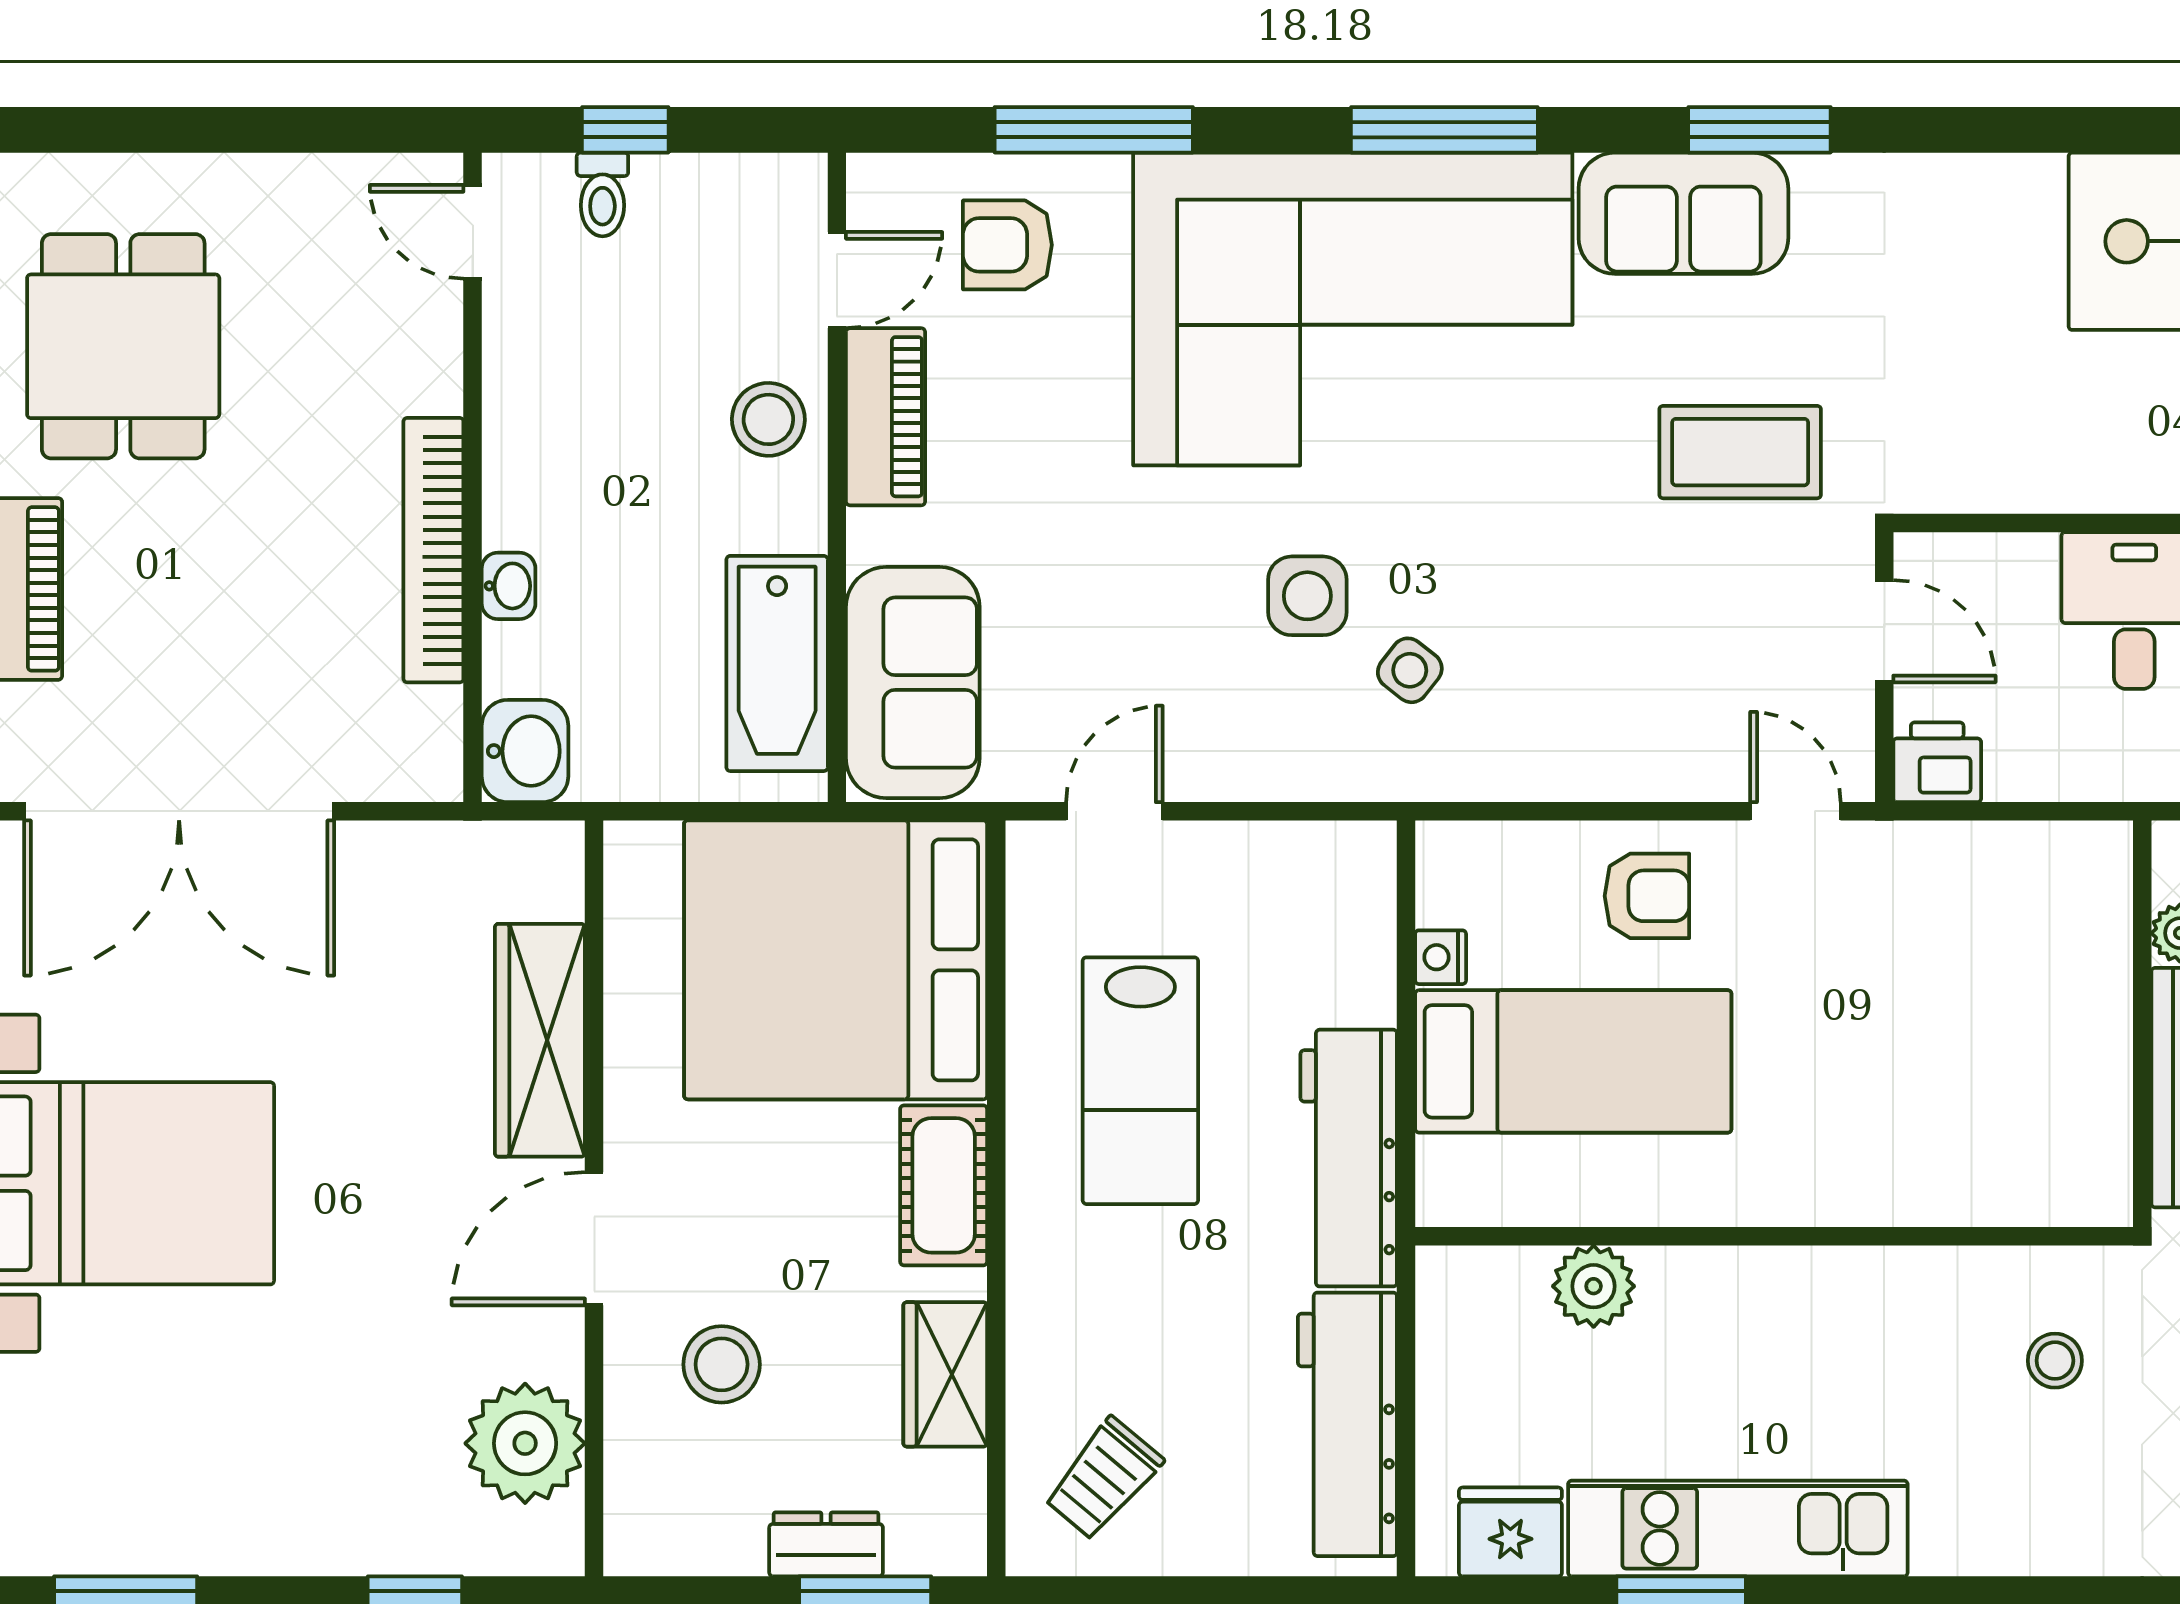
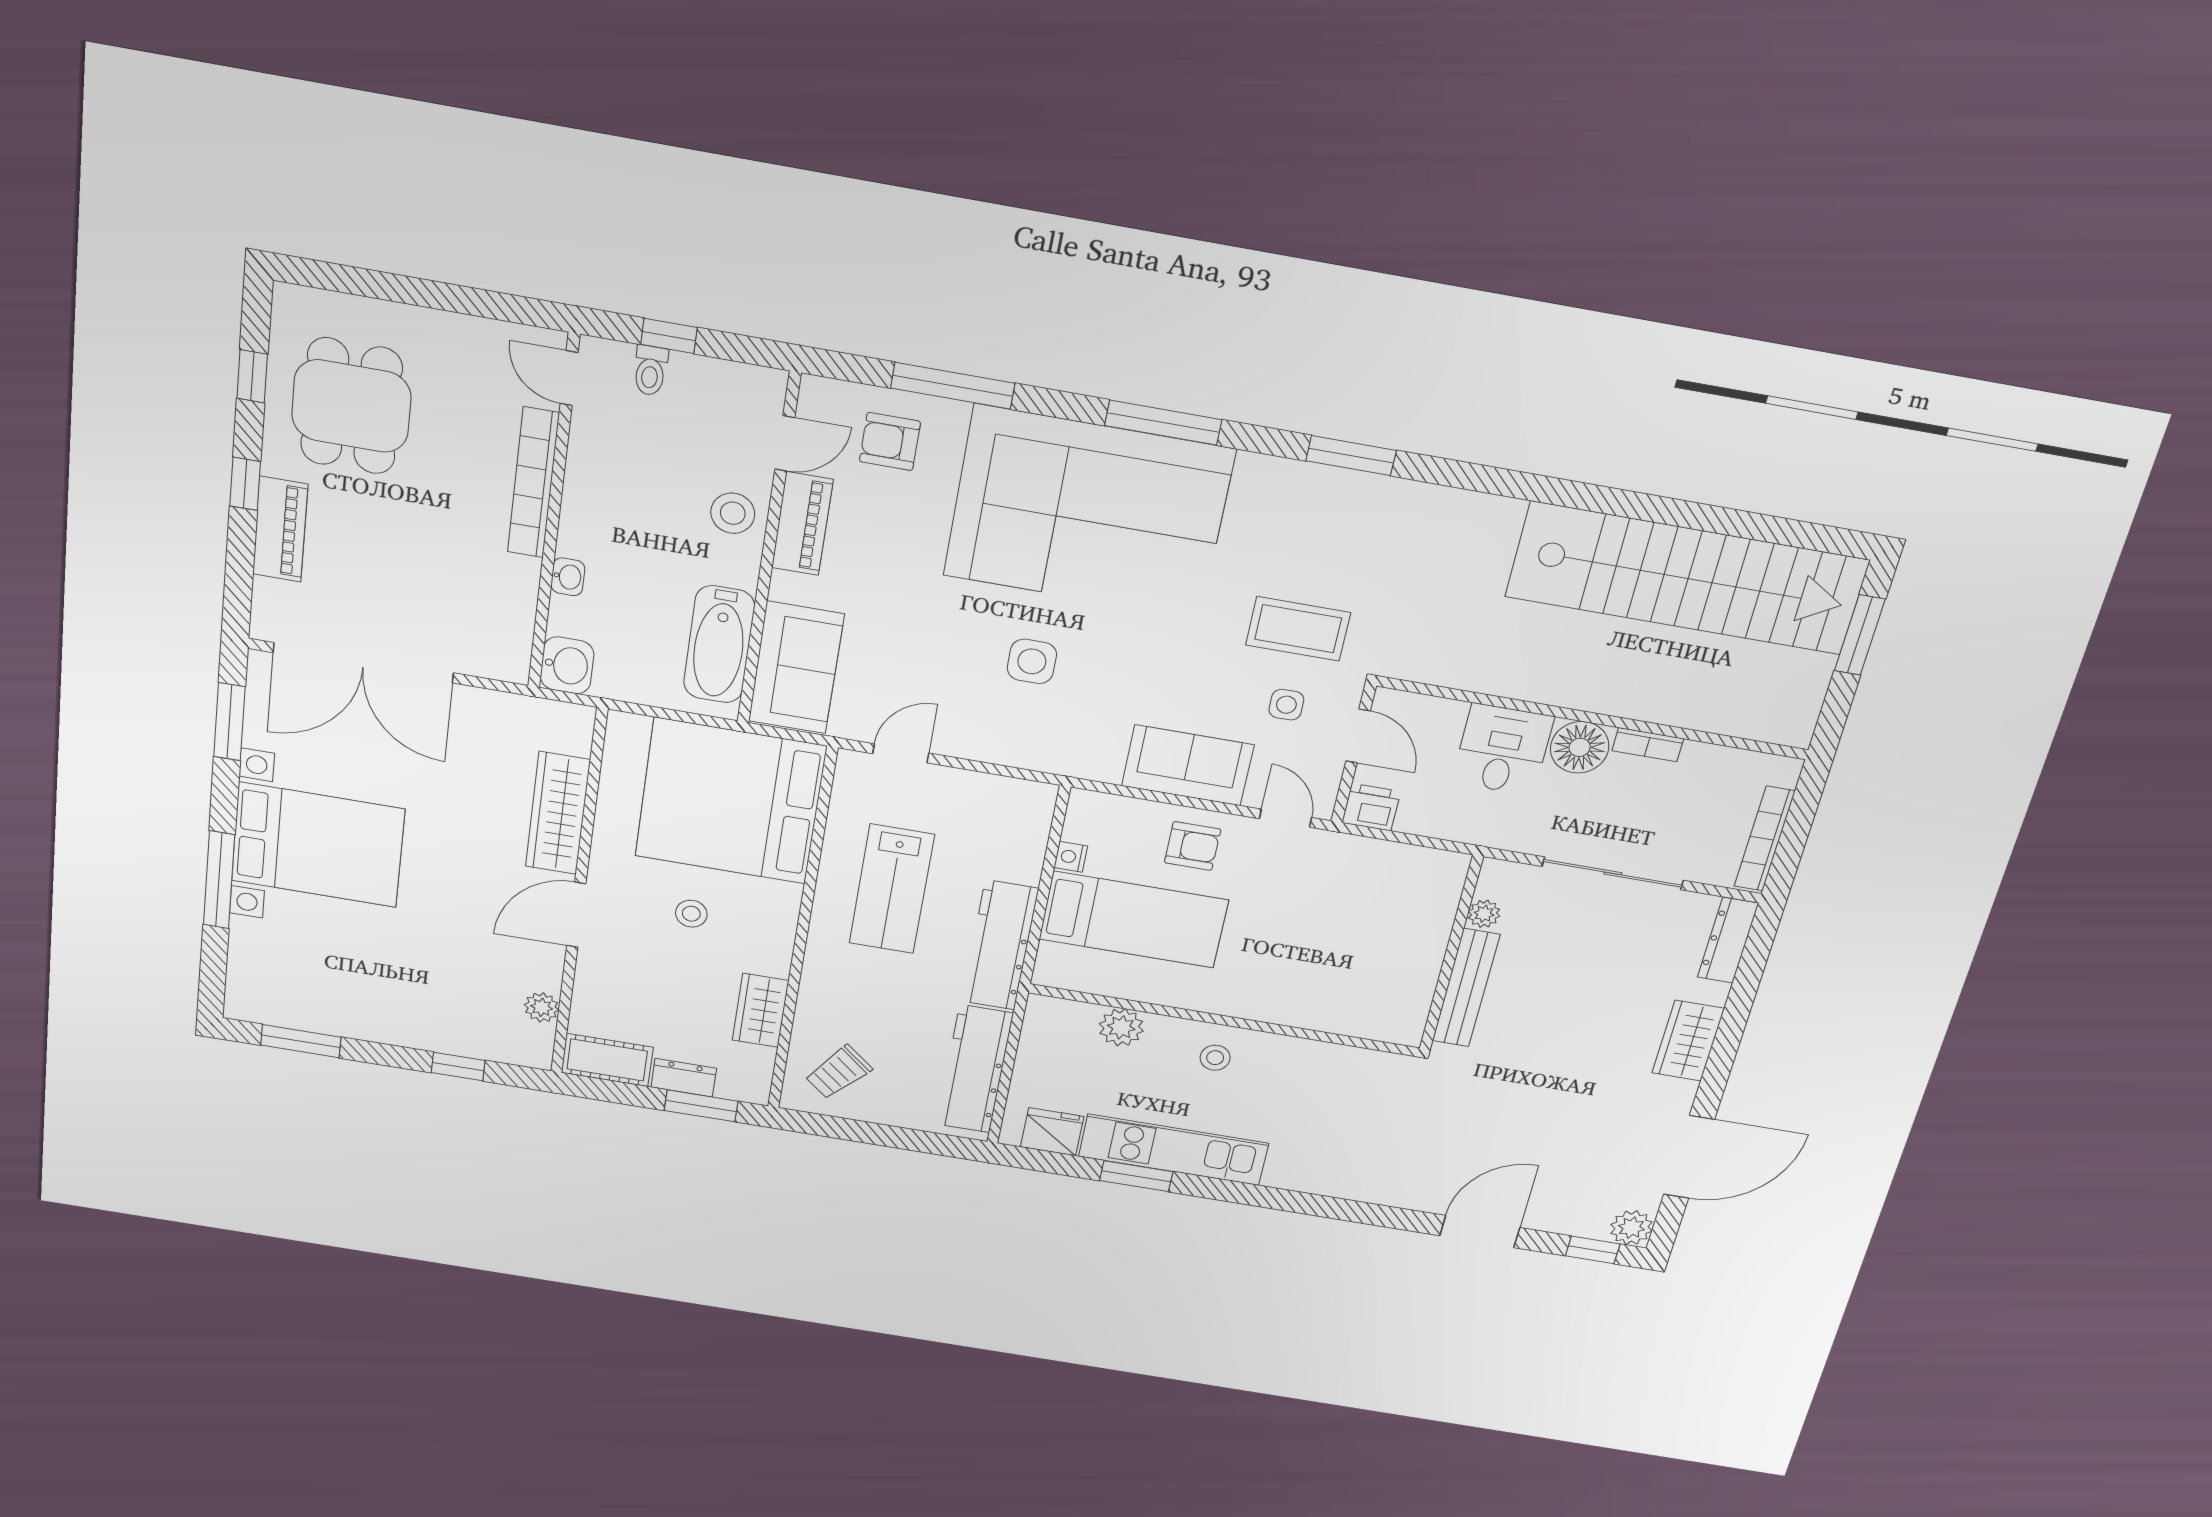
sofa: (1683, 213) -> (1188, 765), moved, turned 180
bookcase: (433, 550) -> (533, 483), moved
side table: (1410, 670) -> (1286, 705), moved, turned -38
cot: (944, 1185) -> (607, 1060), moved, turned 90
stool: (2055, 1361) -> (1215, 1058), moved
stool: (722, 1364) -> (691, 914), moved, width x0.73, depth x0.73
plant: (525, 1443) -> (542, 1007), width x0.53, depth x0.53

